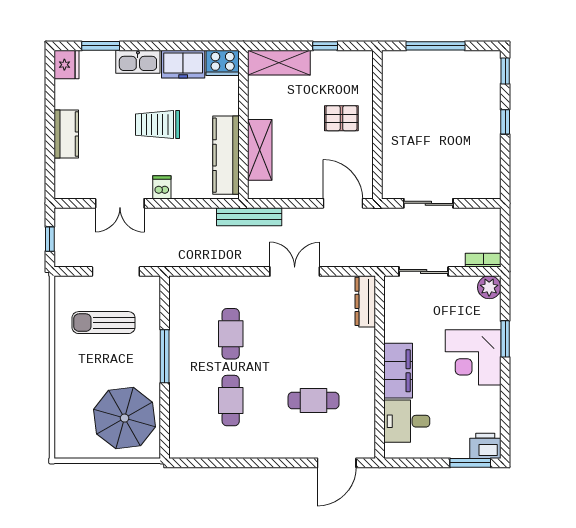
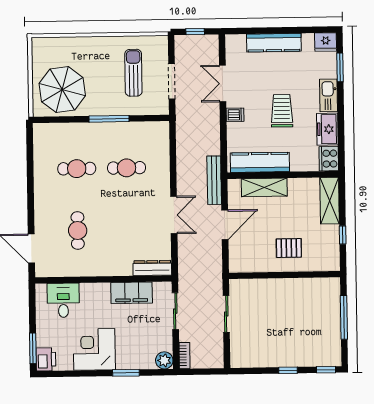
pallet: (341, 118) -> (289, 248), turned 90
kitchen counter: (66, 134) -> (274, 43), width x1.50
door: (343, 203) -> (225, 225), moved
corner desk: (473, 357) -> (94, 349), moved
filing cabinet: (398, 371) -> (132, 293), moved

